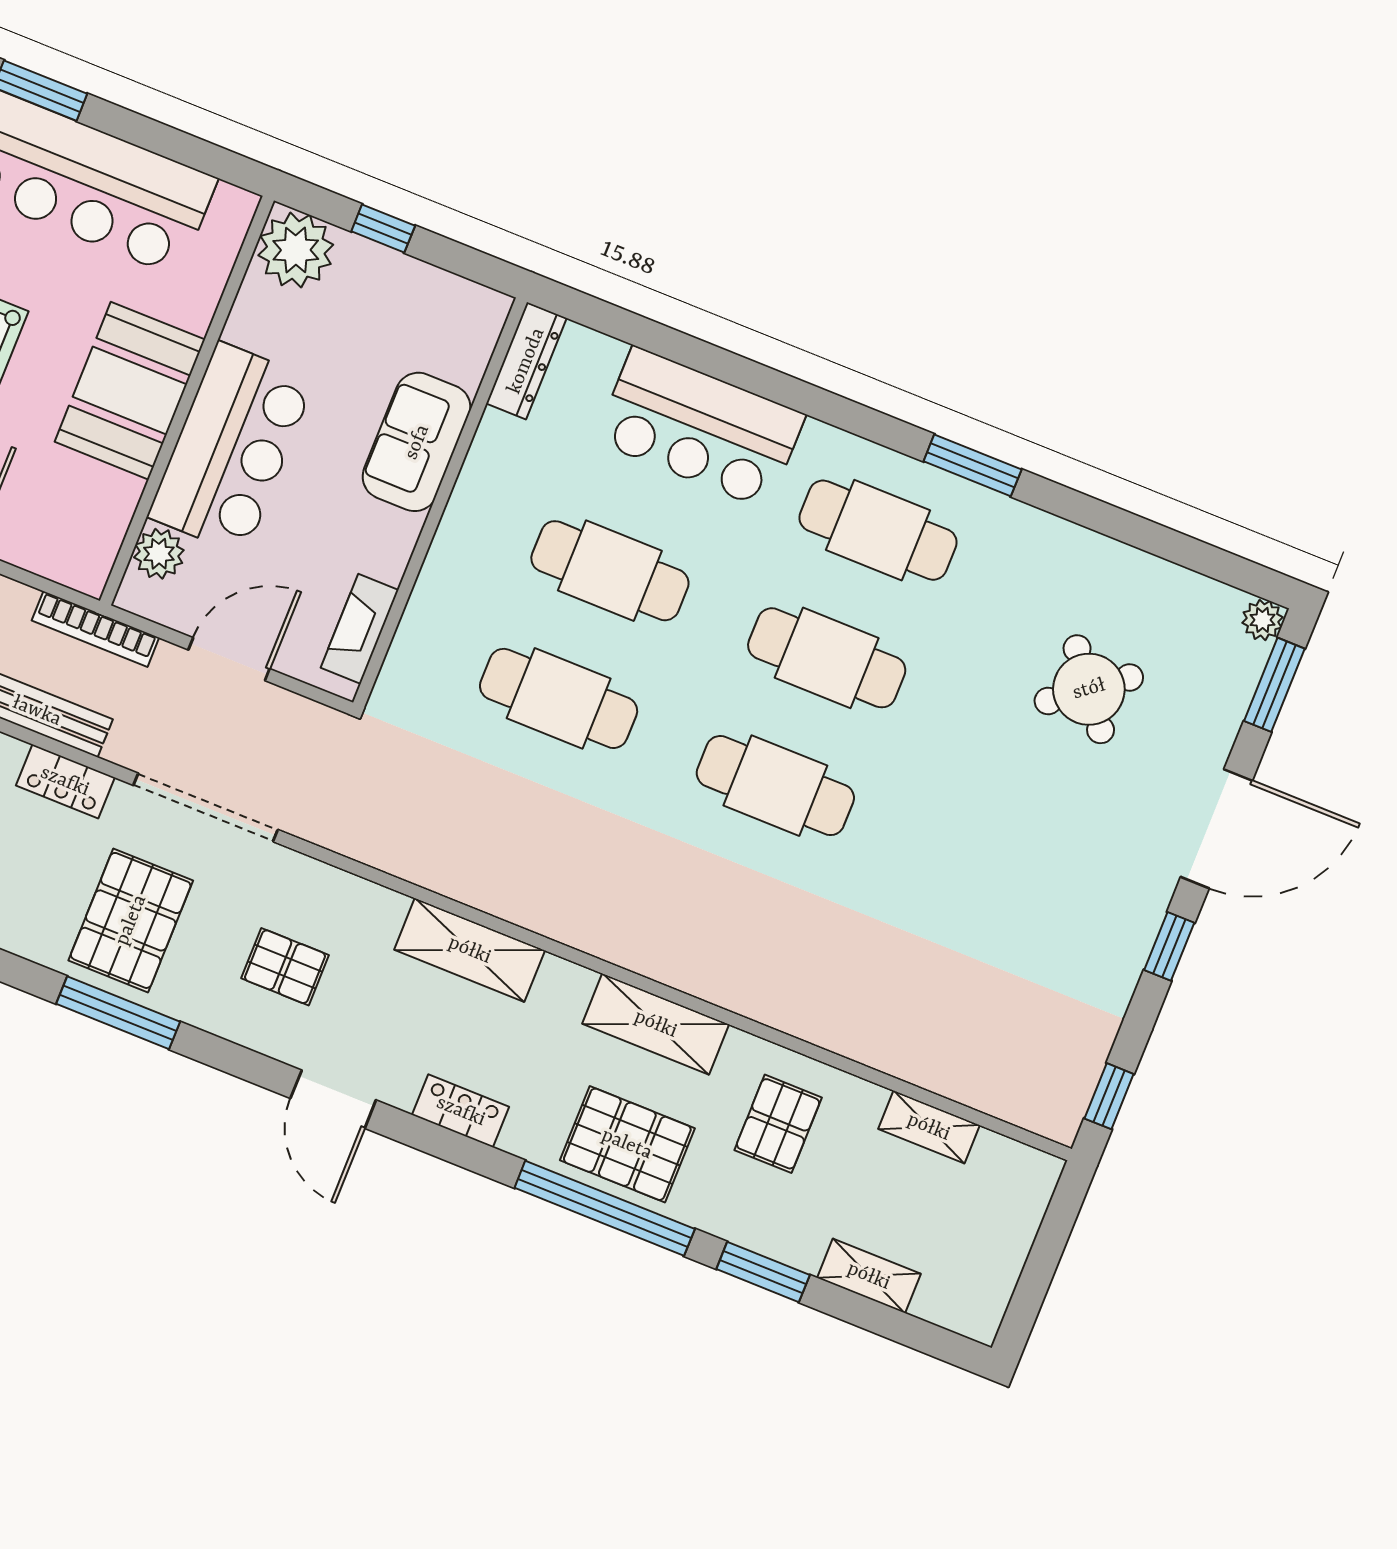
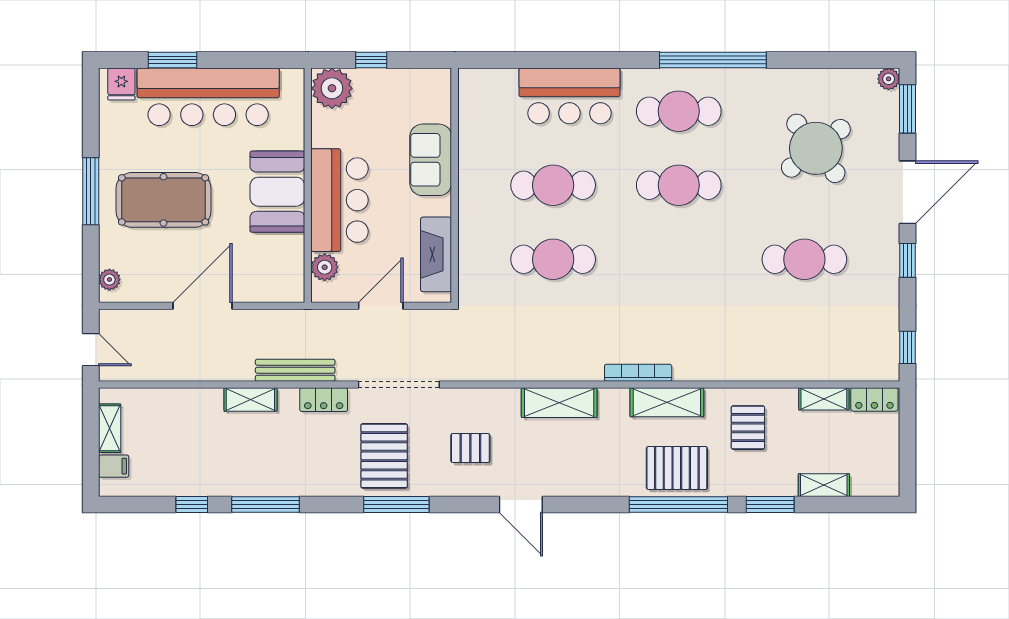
dresser: (526, 361) -> (469, 97), removed
window: (973, 465) -> (713, 60), width x2.11
bookcase: (95, 629) -> (638, 373), moved, turned 180
fireplace: (360, 629) -> (436, 254), width x1.37, depth x1.32
round table: (1089, 689) -> (816, 148), width x1.36, depth x1.36
cafe table: (775, 786) -> (804, 259), moved
locker: (461, 1111) -> (874, 399), moved, turned 180

